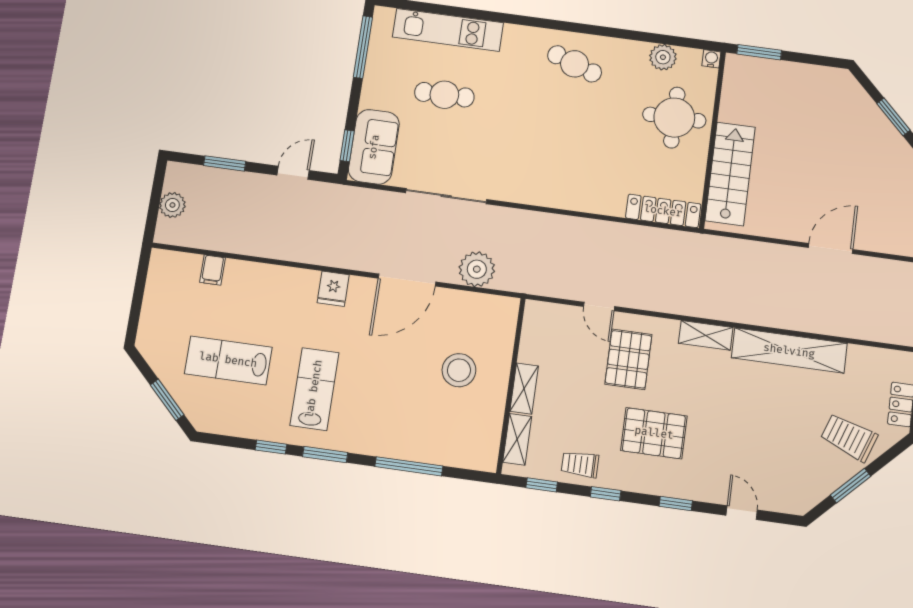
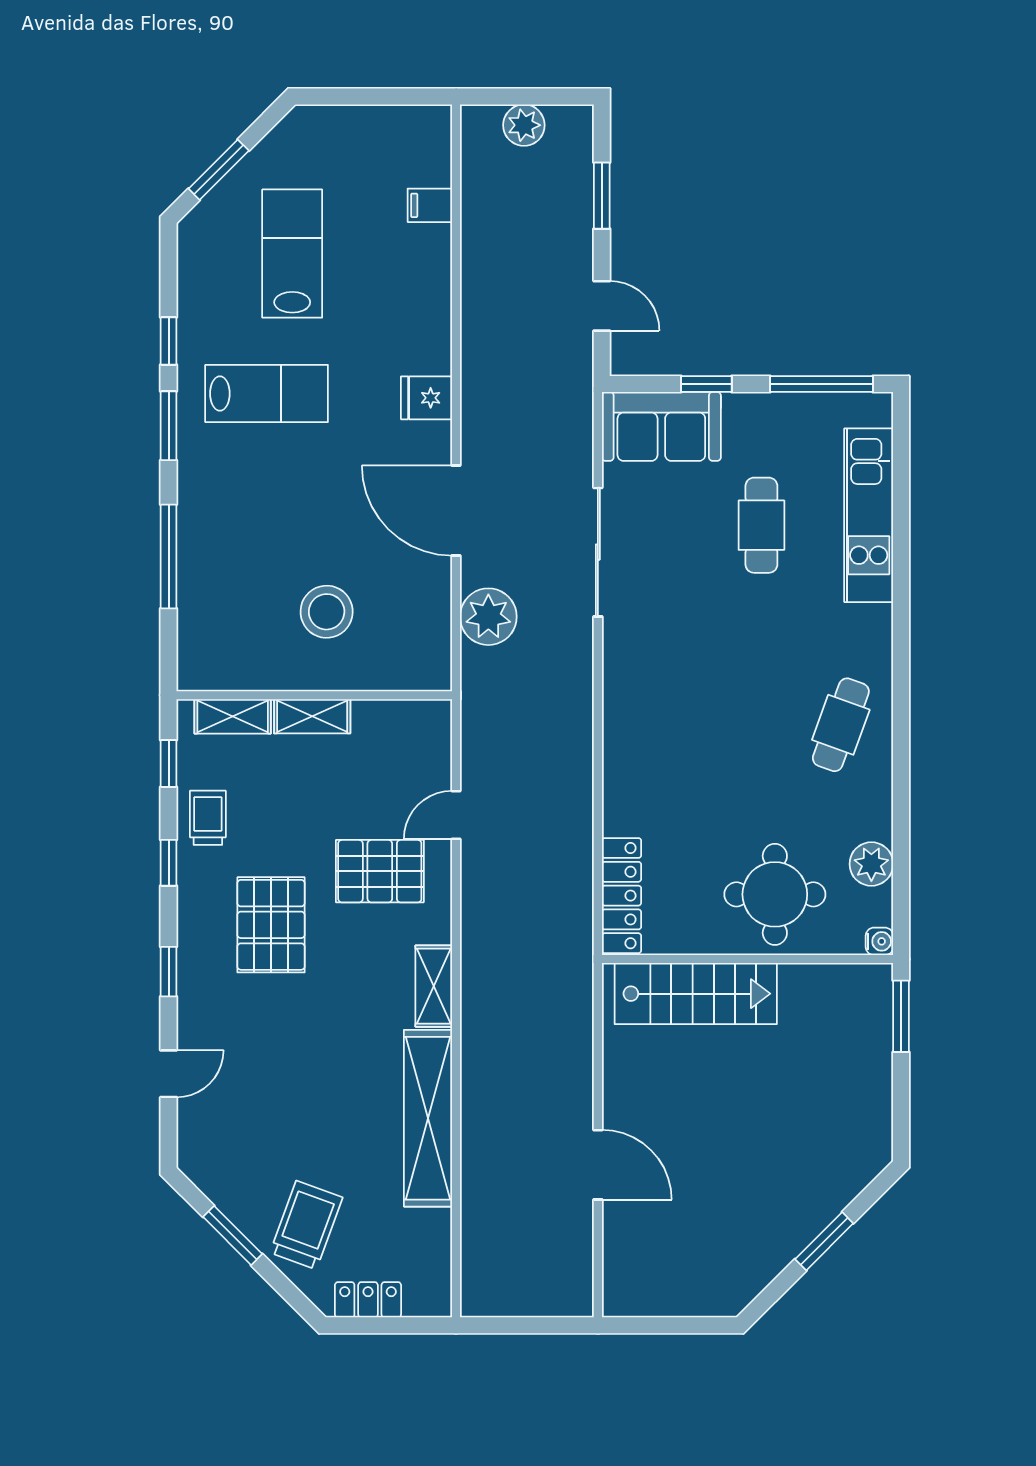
window: (347, 146) -> (706, 384), moved

